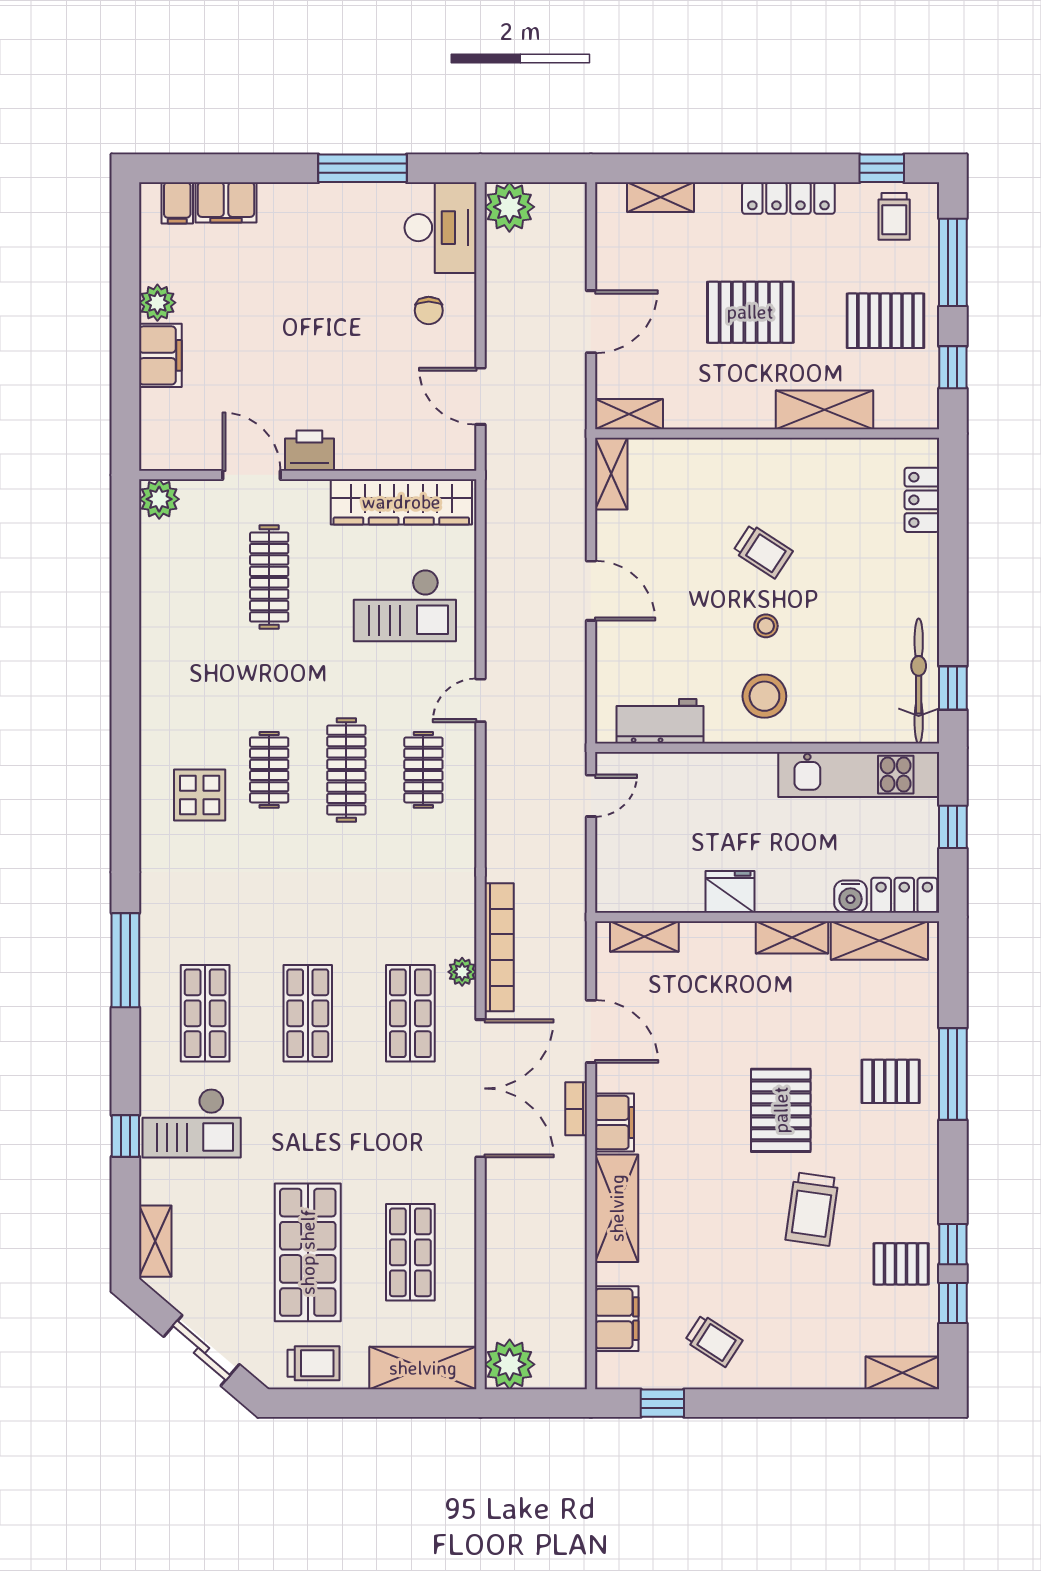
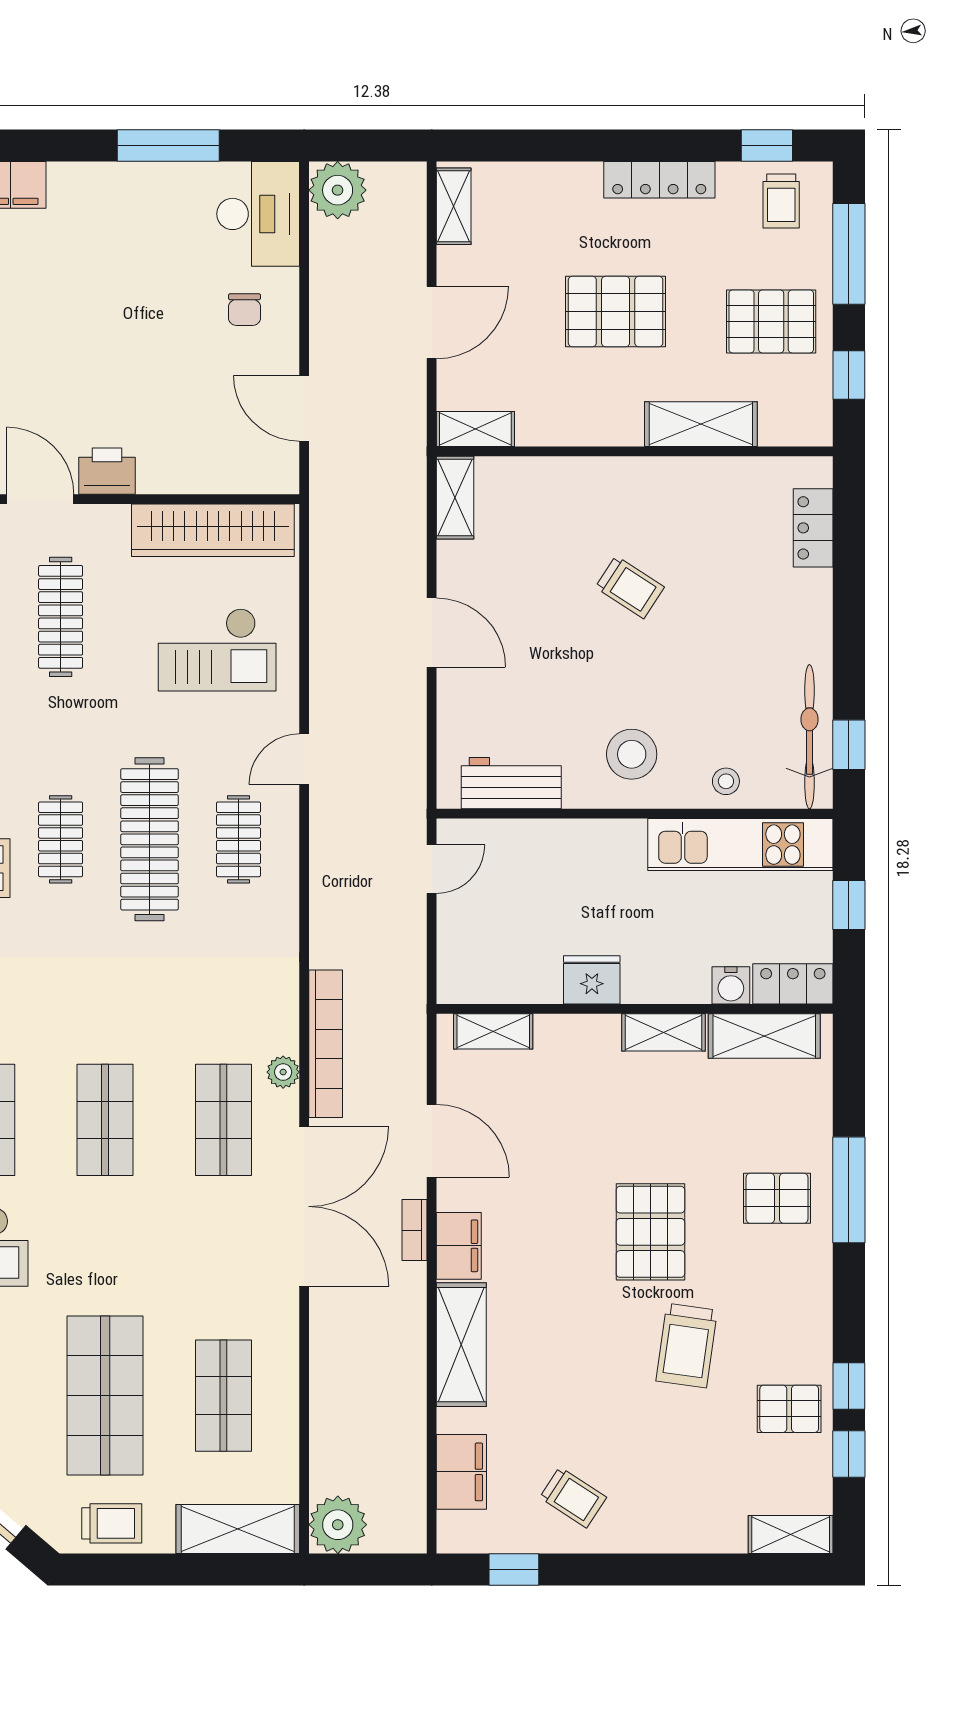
shelving: (661, 197) -> (454, 206), moved, turned 90
stool: (766, 626) -> (726, 781), moved
clothes rail: (346, 770) -> (150, 839), width x1.37, depth x1.31

